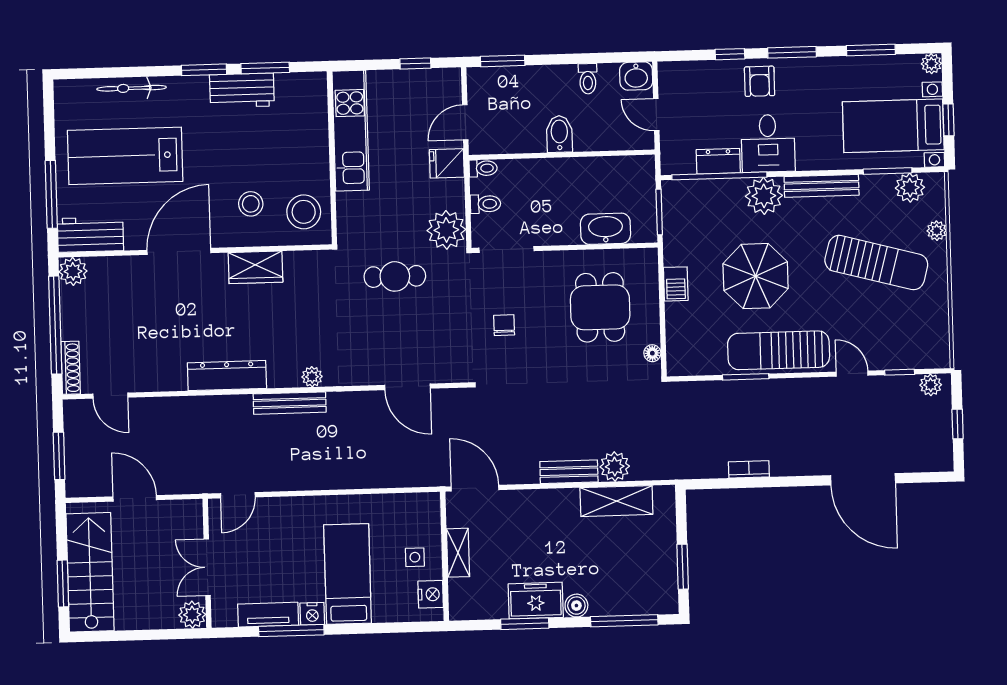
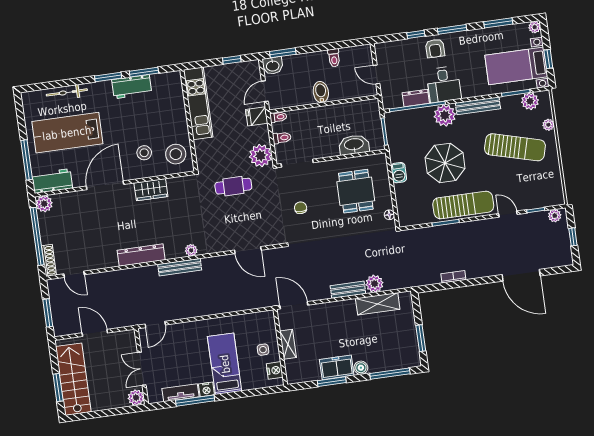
washbasin: (636, 76) -> (273, 66), moved
sun lounger: (779, 350) -> (463, 205), turned 180

